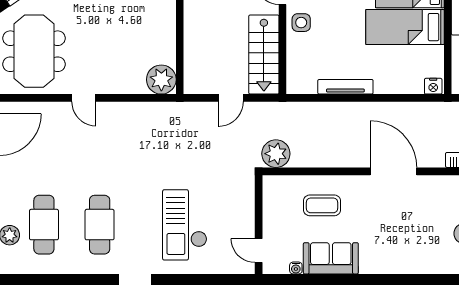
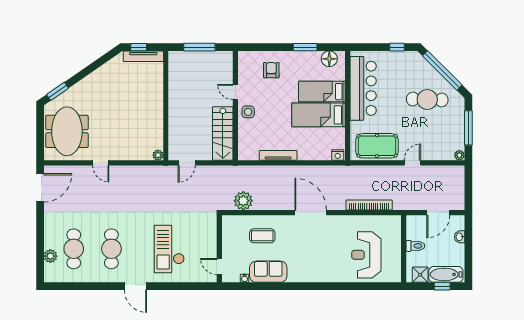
plant: (161, 80) -> (158, 155), width x0.53, depth x0.53
door: (231, 98) -> (187, 163), moved
plant: (276, 154) -> (243, 201), moved

